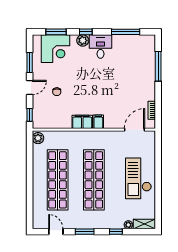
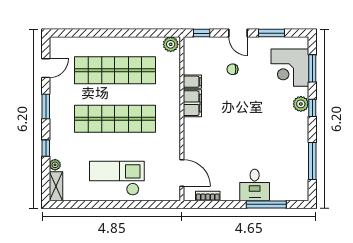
desk: (100, 47) -> (255, 185), moved, turned 90
filing cabinet: (98, 122) -> (192, 82), moved

